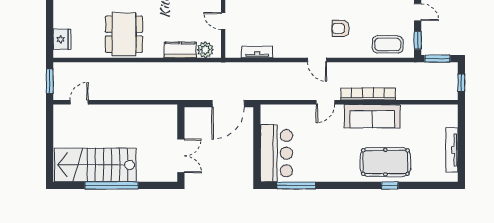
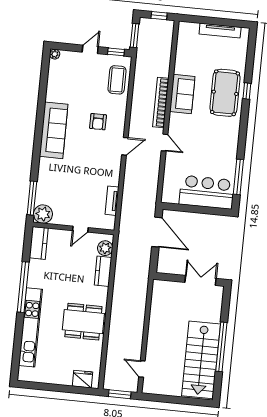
sofa: (372, 116) -> (182, 94), width x0.73

